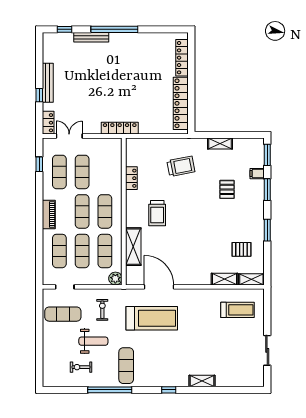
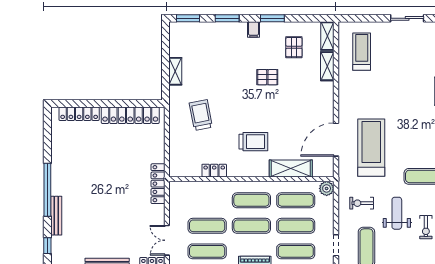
filing cabinet: (257, 174) -> (253, 30), moved
pallet: (227, 189) -> (267, 77), moved

